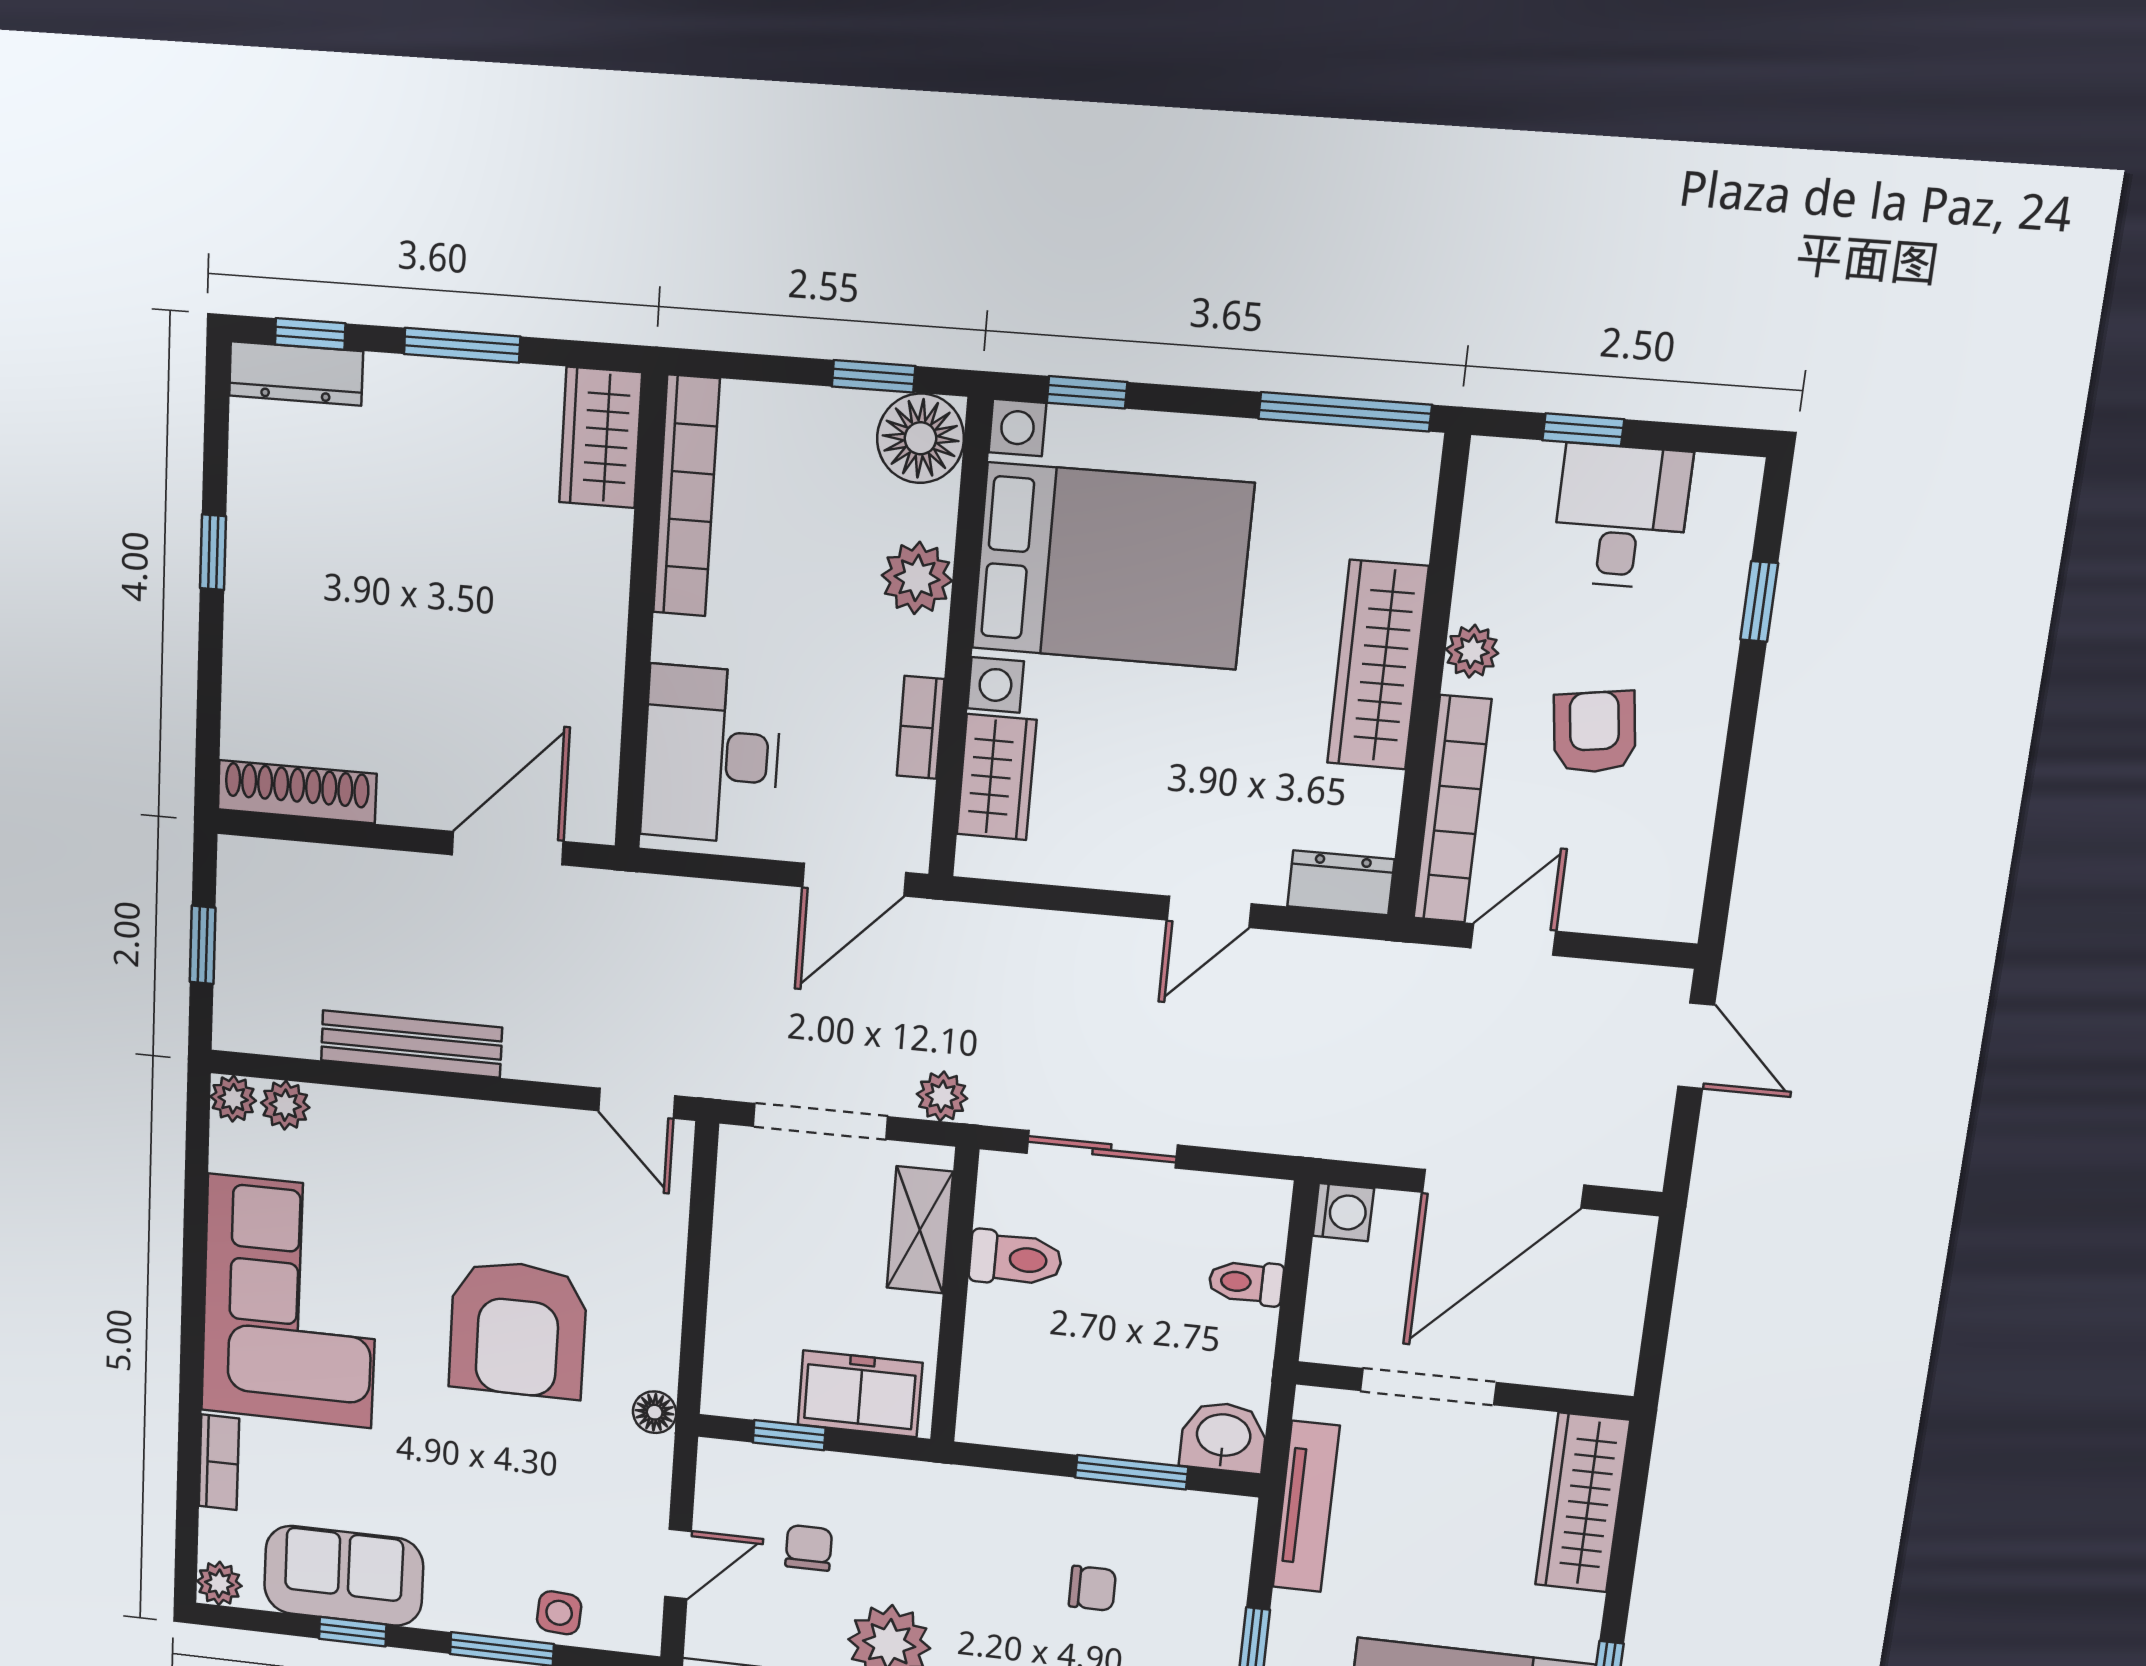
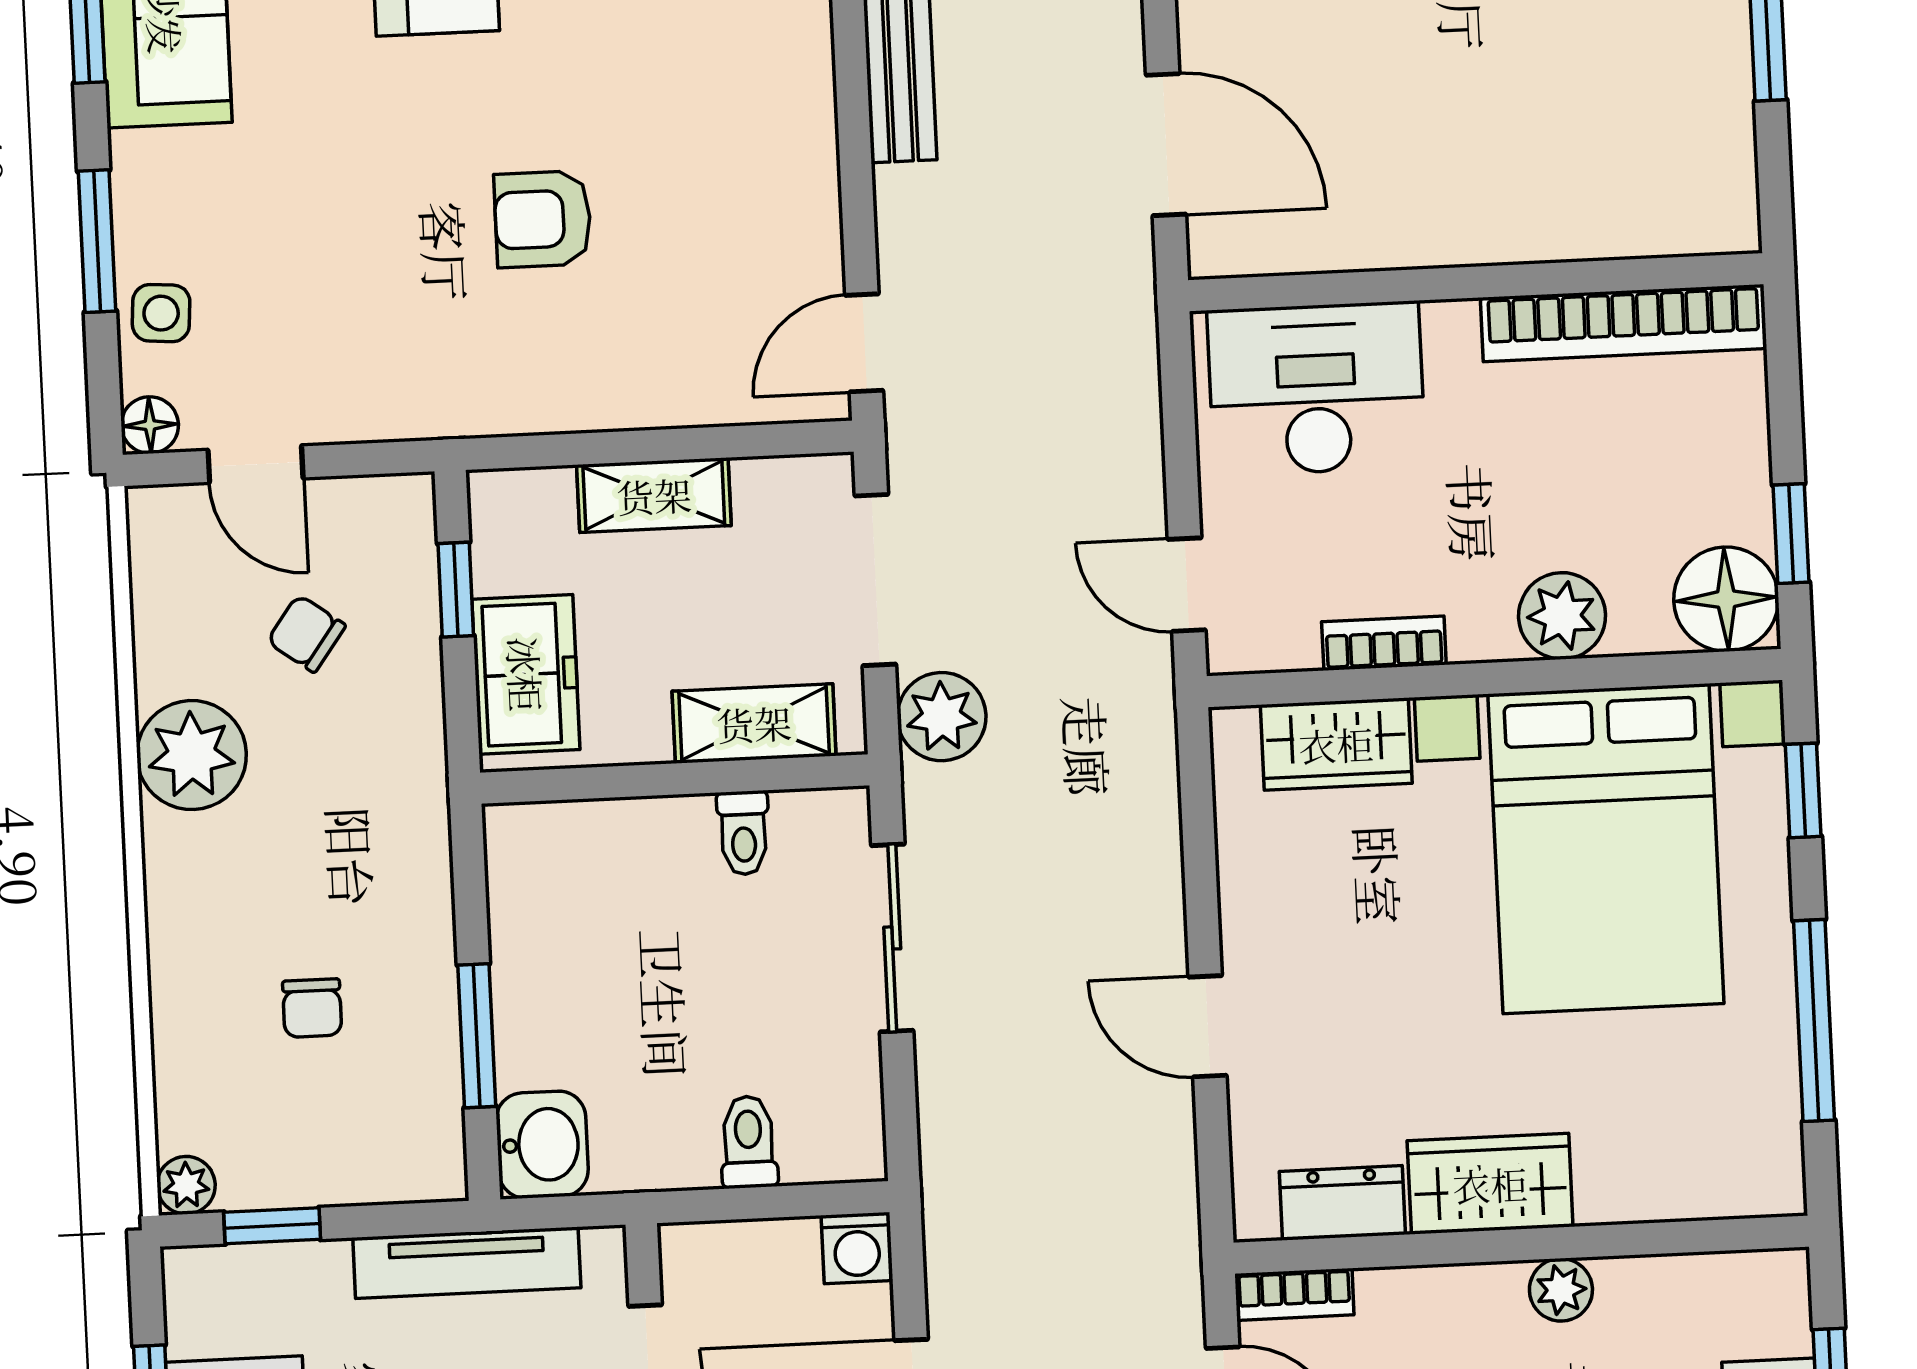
window: (1345, 412) -> (1814, 1021), moved
wardrobe: (601, 437) -> (1680, 210), removed
wardrobe: (1378, 665) -> (1490, 1184), width x0.67
bookcase: (1452, 809) -> (1294, 1294), width x0.43, depth x0.76
door: (854, 880) -> (1187, 585), width x0.73
dresser: (1341, 883) -> (1342, 1203), moved, turned -90
plant: (942, 1096) -> (942, 717), width x1.38, depth x1.38
toilet: (1015, 1259) -> (744, 833), width x0.73, depth x0.72
shelving: (735, 1279) -> (654, 495), added
armchair: (518, 1329) -> (543, 219), width x0.53, depth x0.53
floor lamp: (655, 1412) -> (150, 425), moved
chair: (809, 1548) -> (306, 634), turned -144

